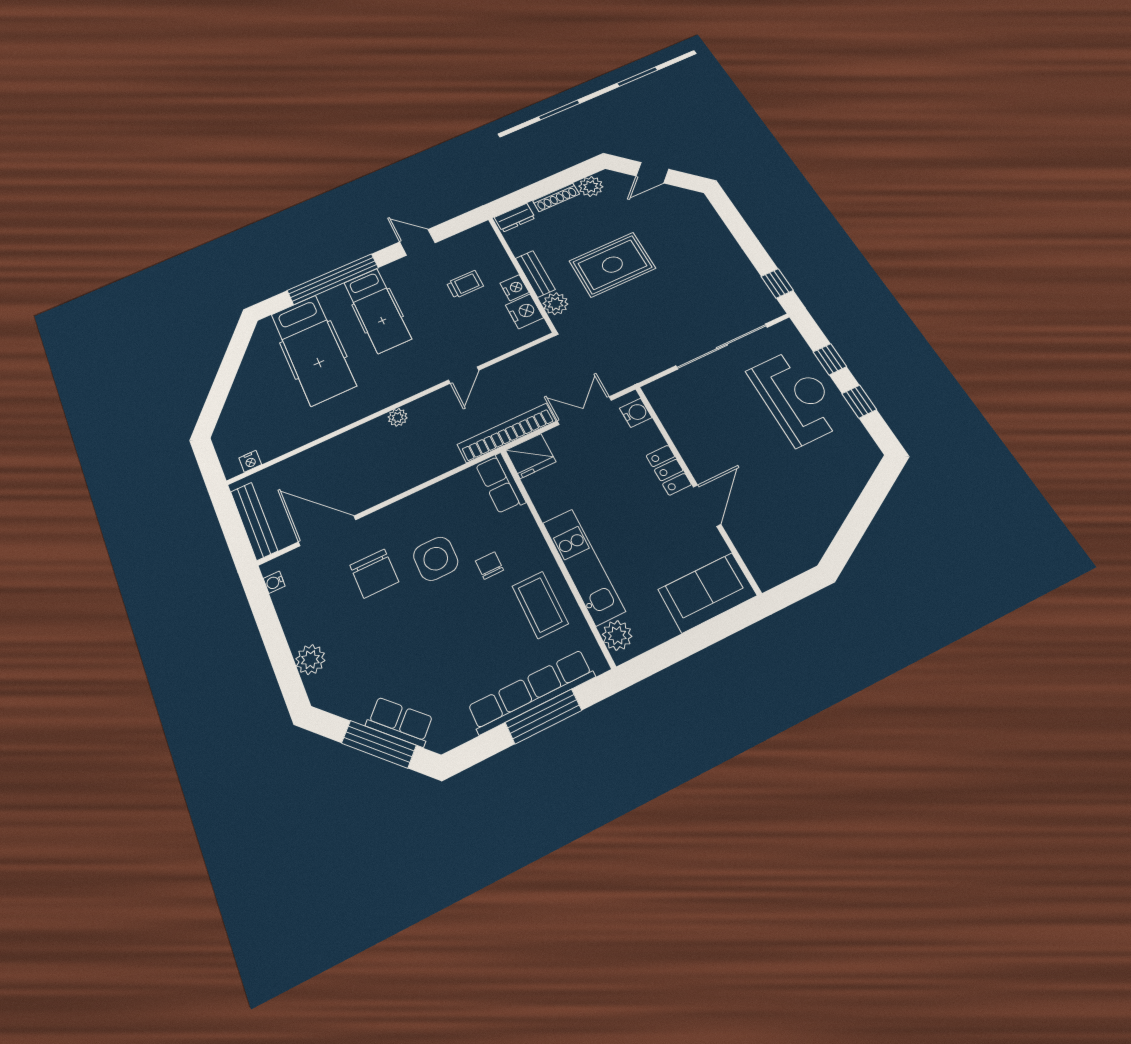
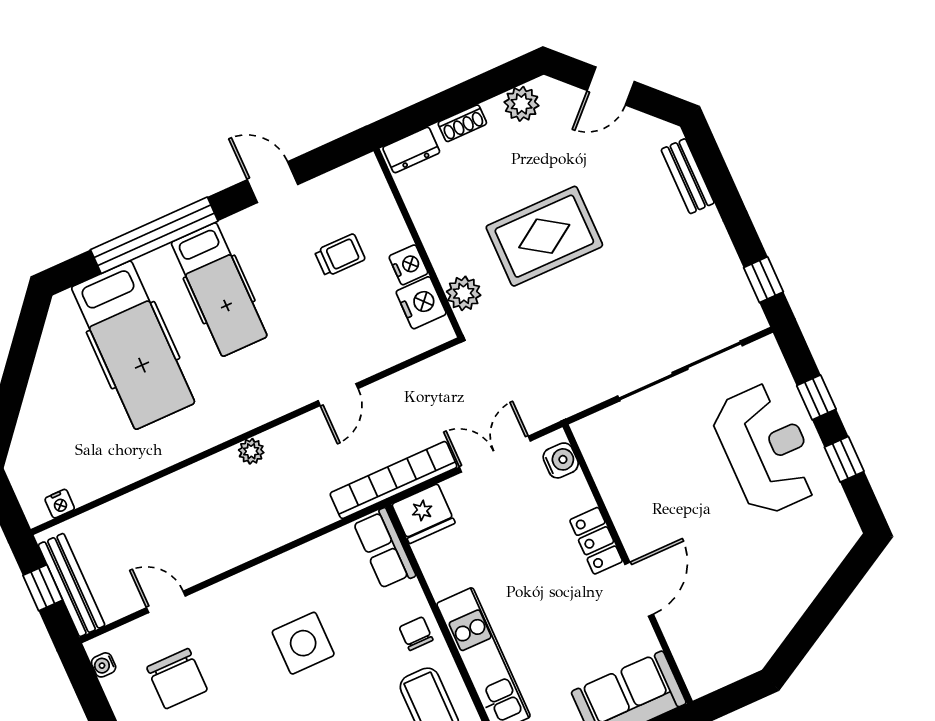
shoe rack: (556, 197) -> (462, 123), width x0.70
bench: (535, 274) -> (688, 176), moved
window: (231, 524) -> (43, 588), added
door: (327, 531) -> (166, 602), width x0.53
chair: (489, 565) -> (416, 634), moved
chair: (374, 574) -> (177, 679), moved

